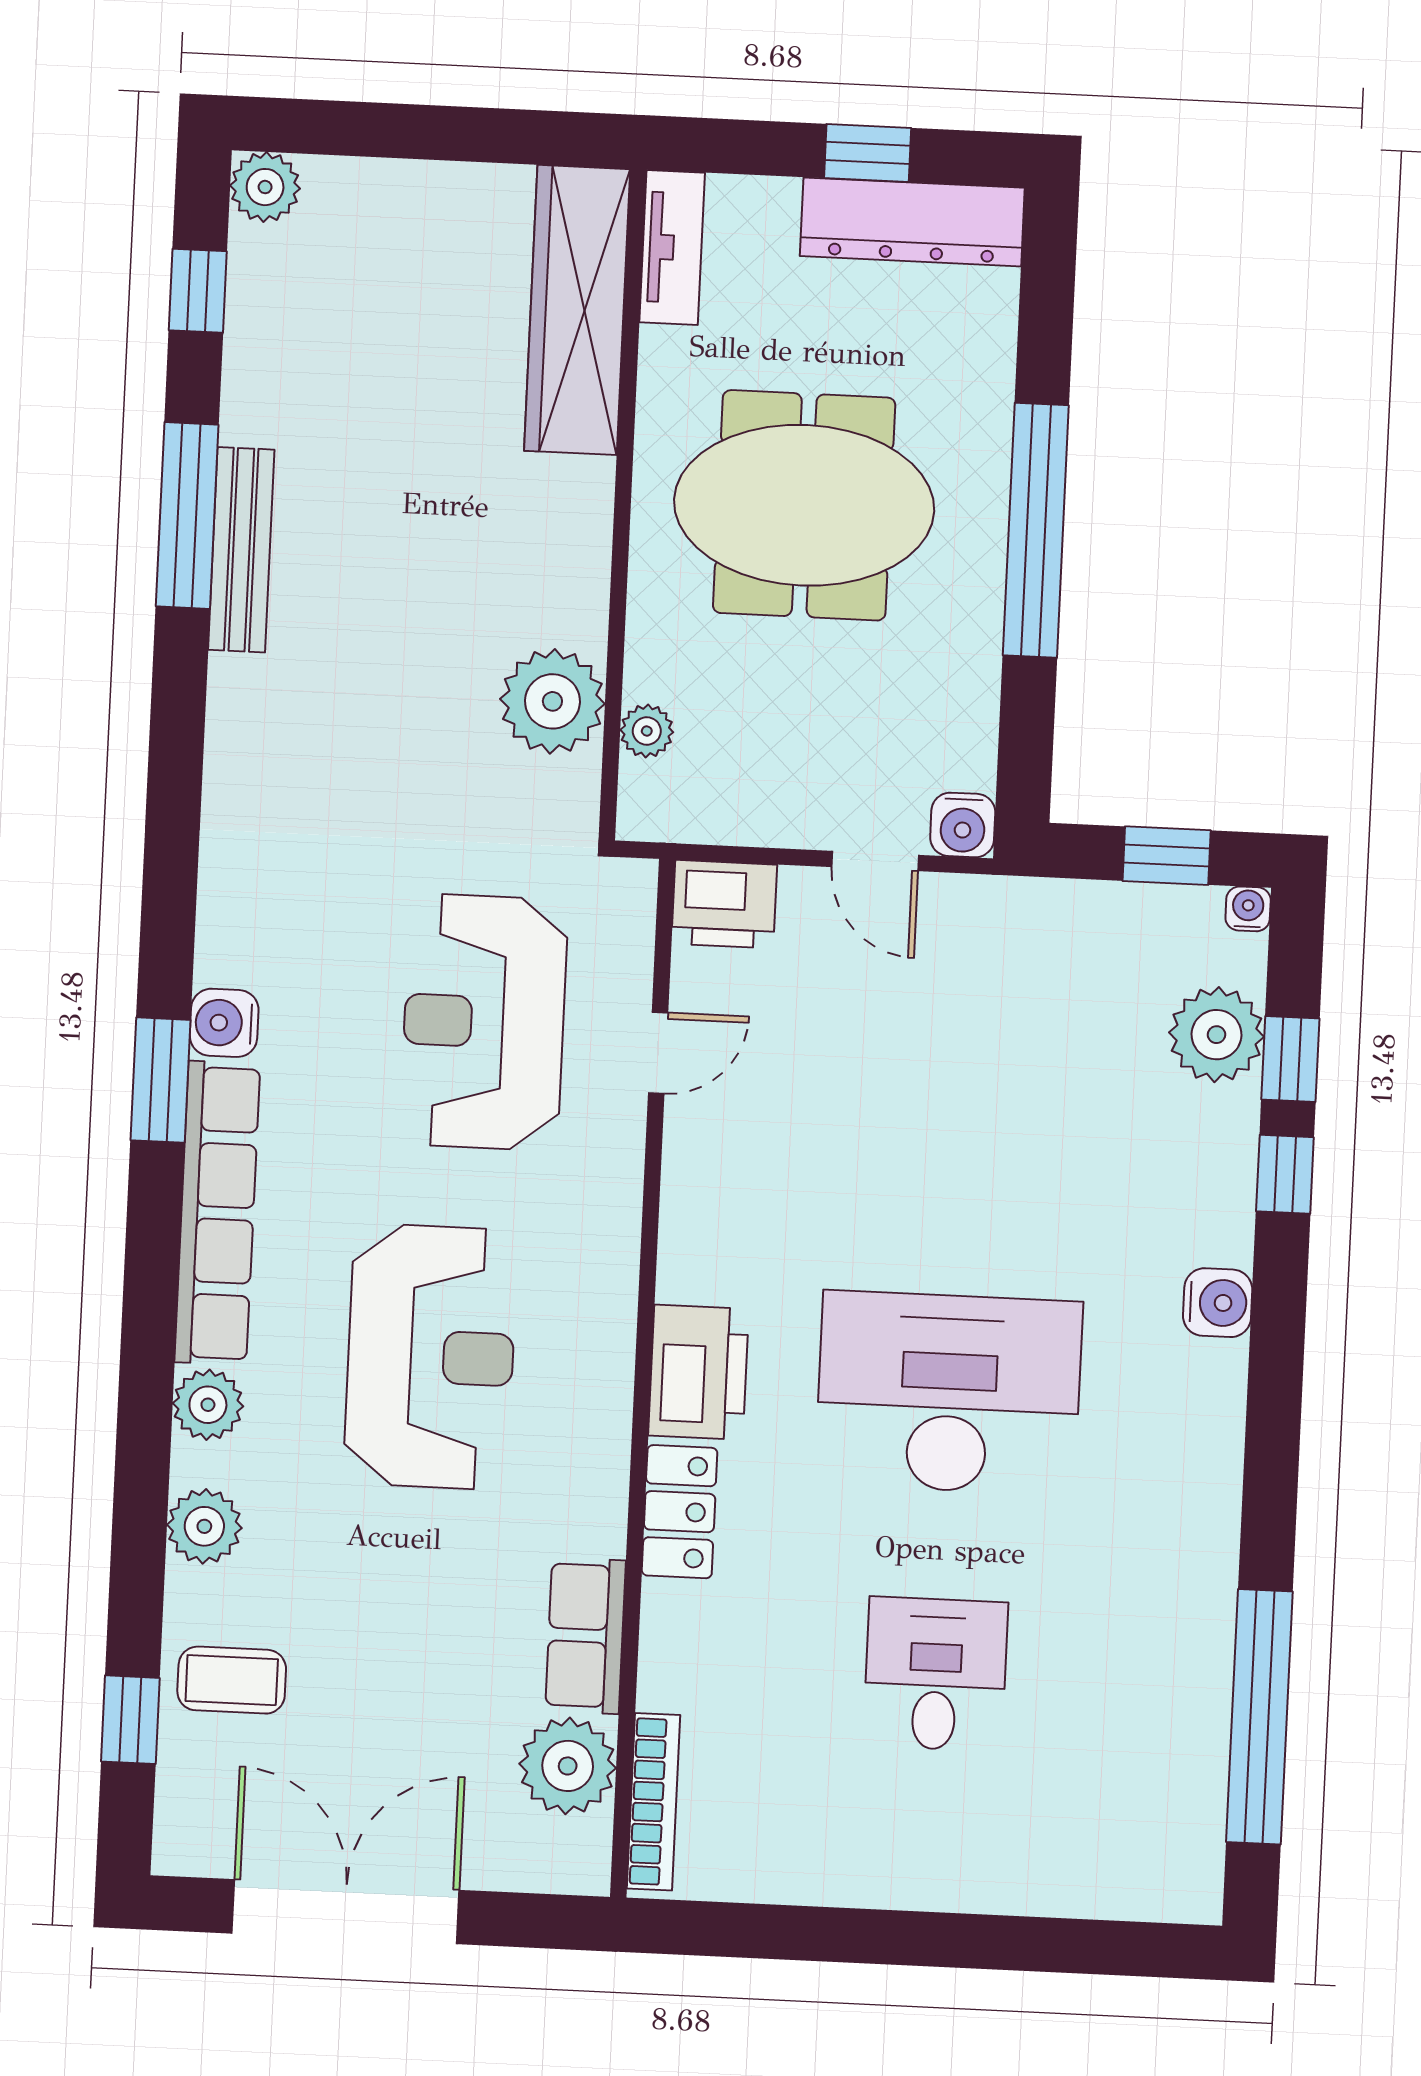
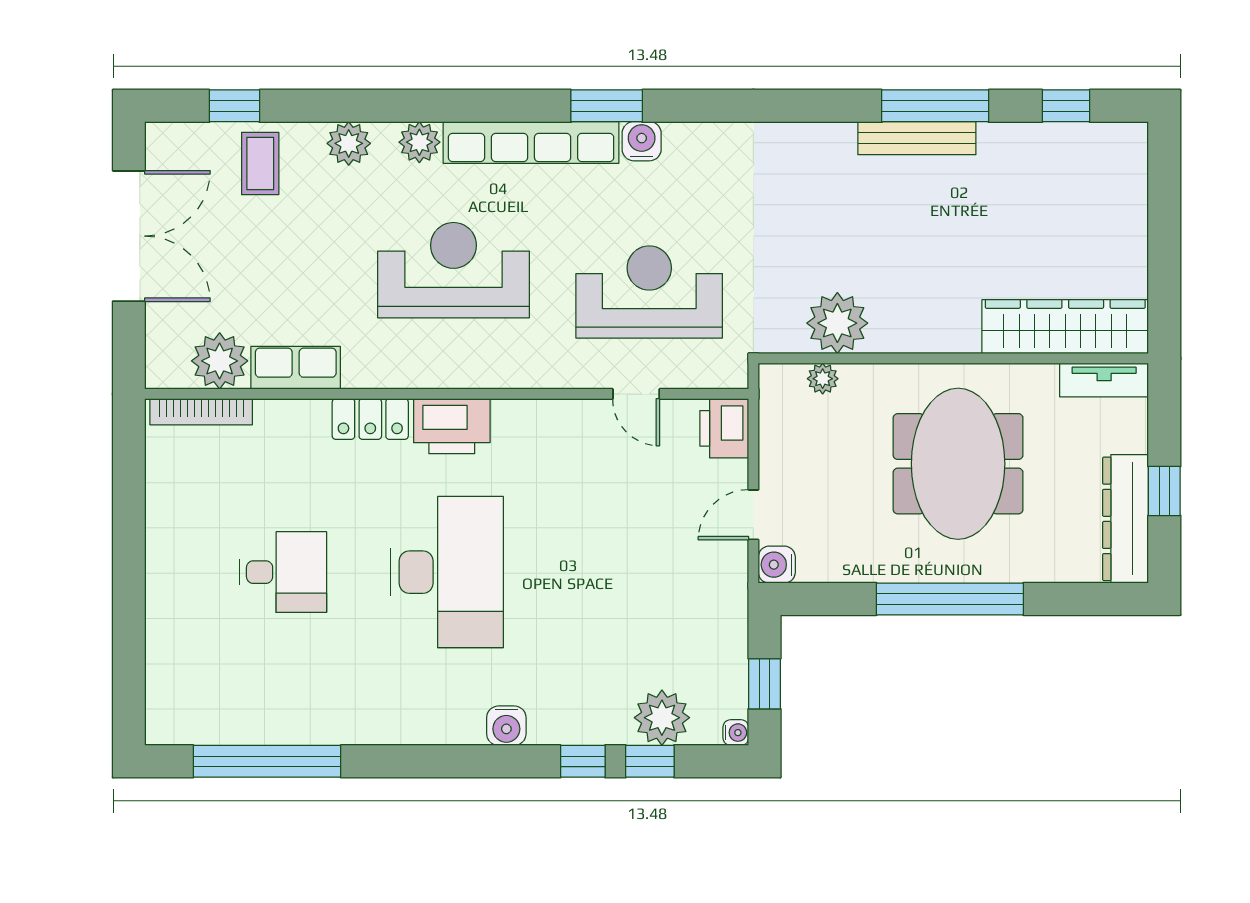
plant: (265, 187) -> (1128, 142), removed
reception desk: (431, 1357) -> (453, 270), turned 180

